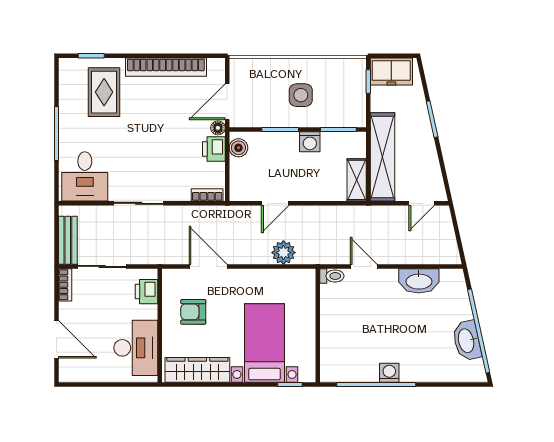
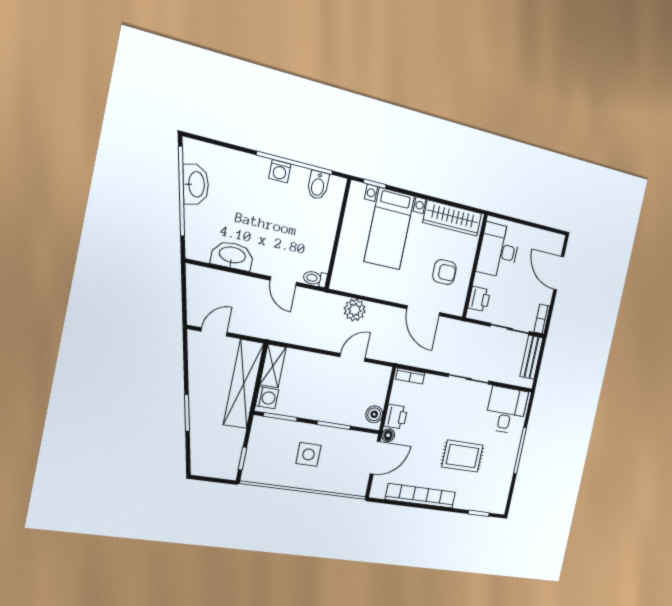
freezer: (391, 72) -> (218, 465), removed
rug: (104, 92) -> (462, 456), moved, turned 90
washing machine: (310, 142) -> (267, 398), moved, turned 90
bidet: (348, 369) -> (318, 185), added

